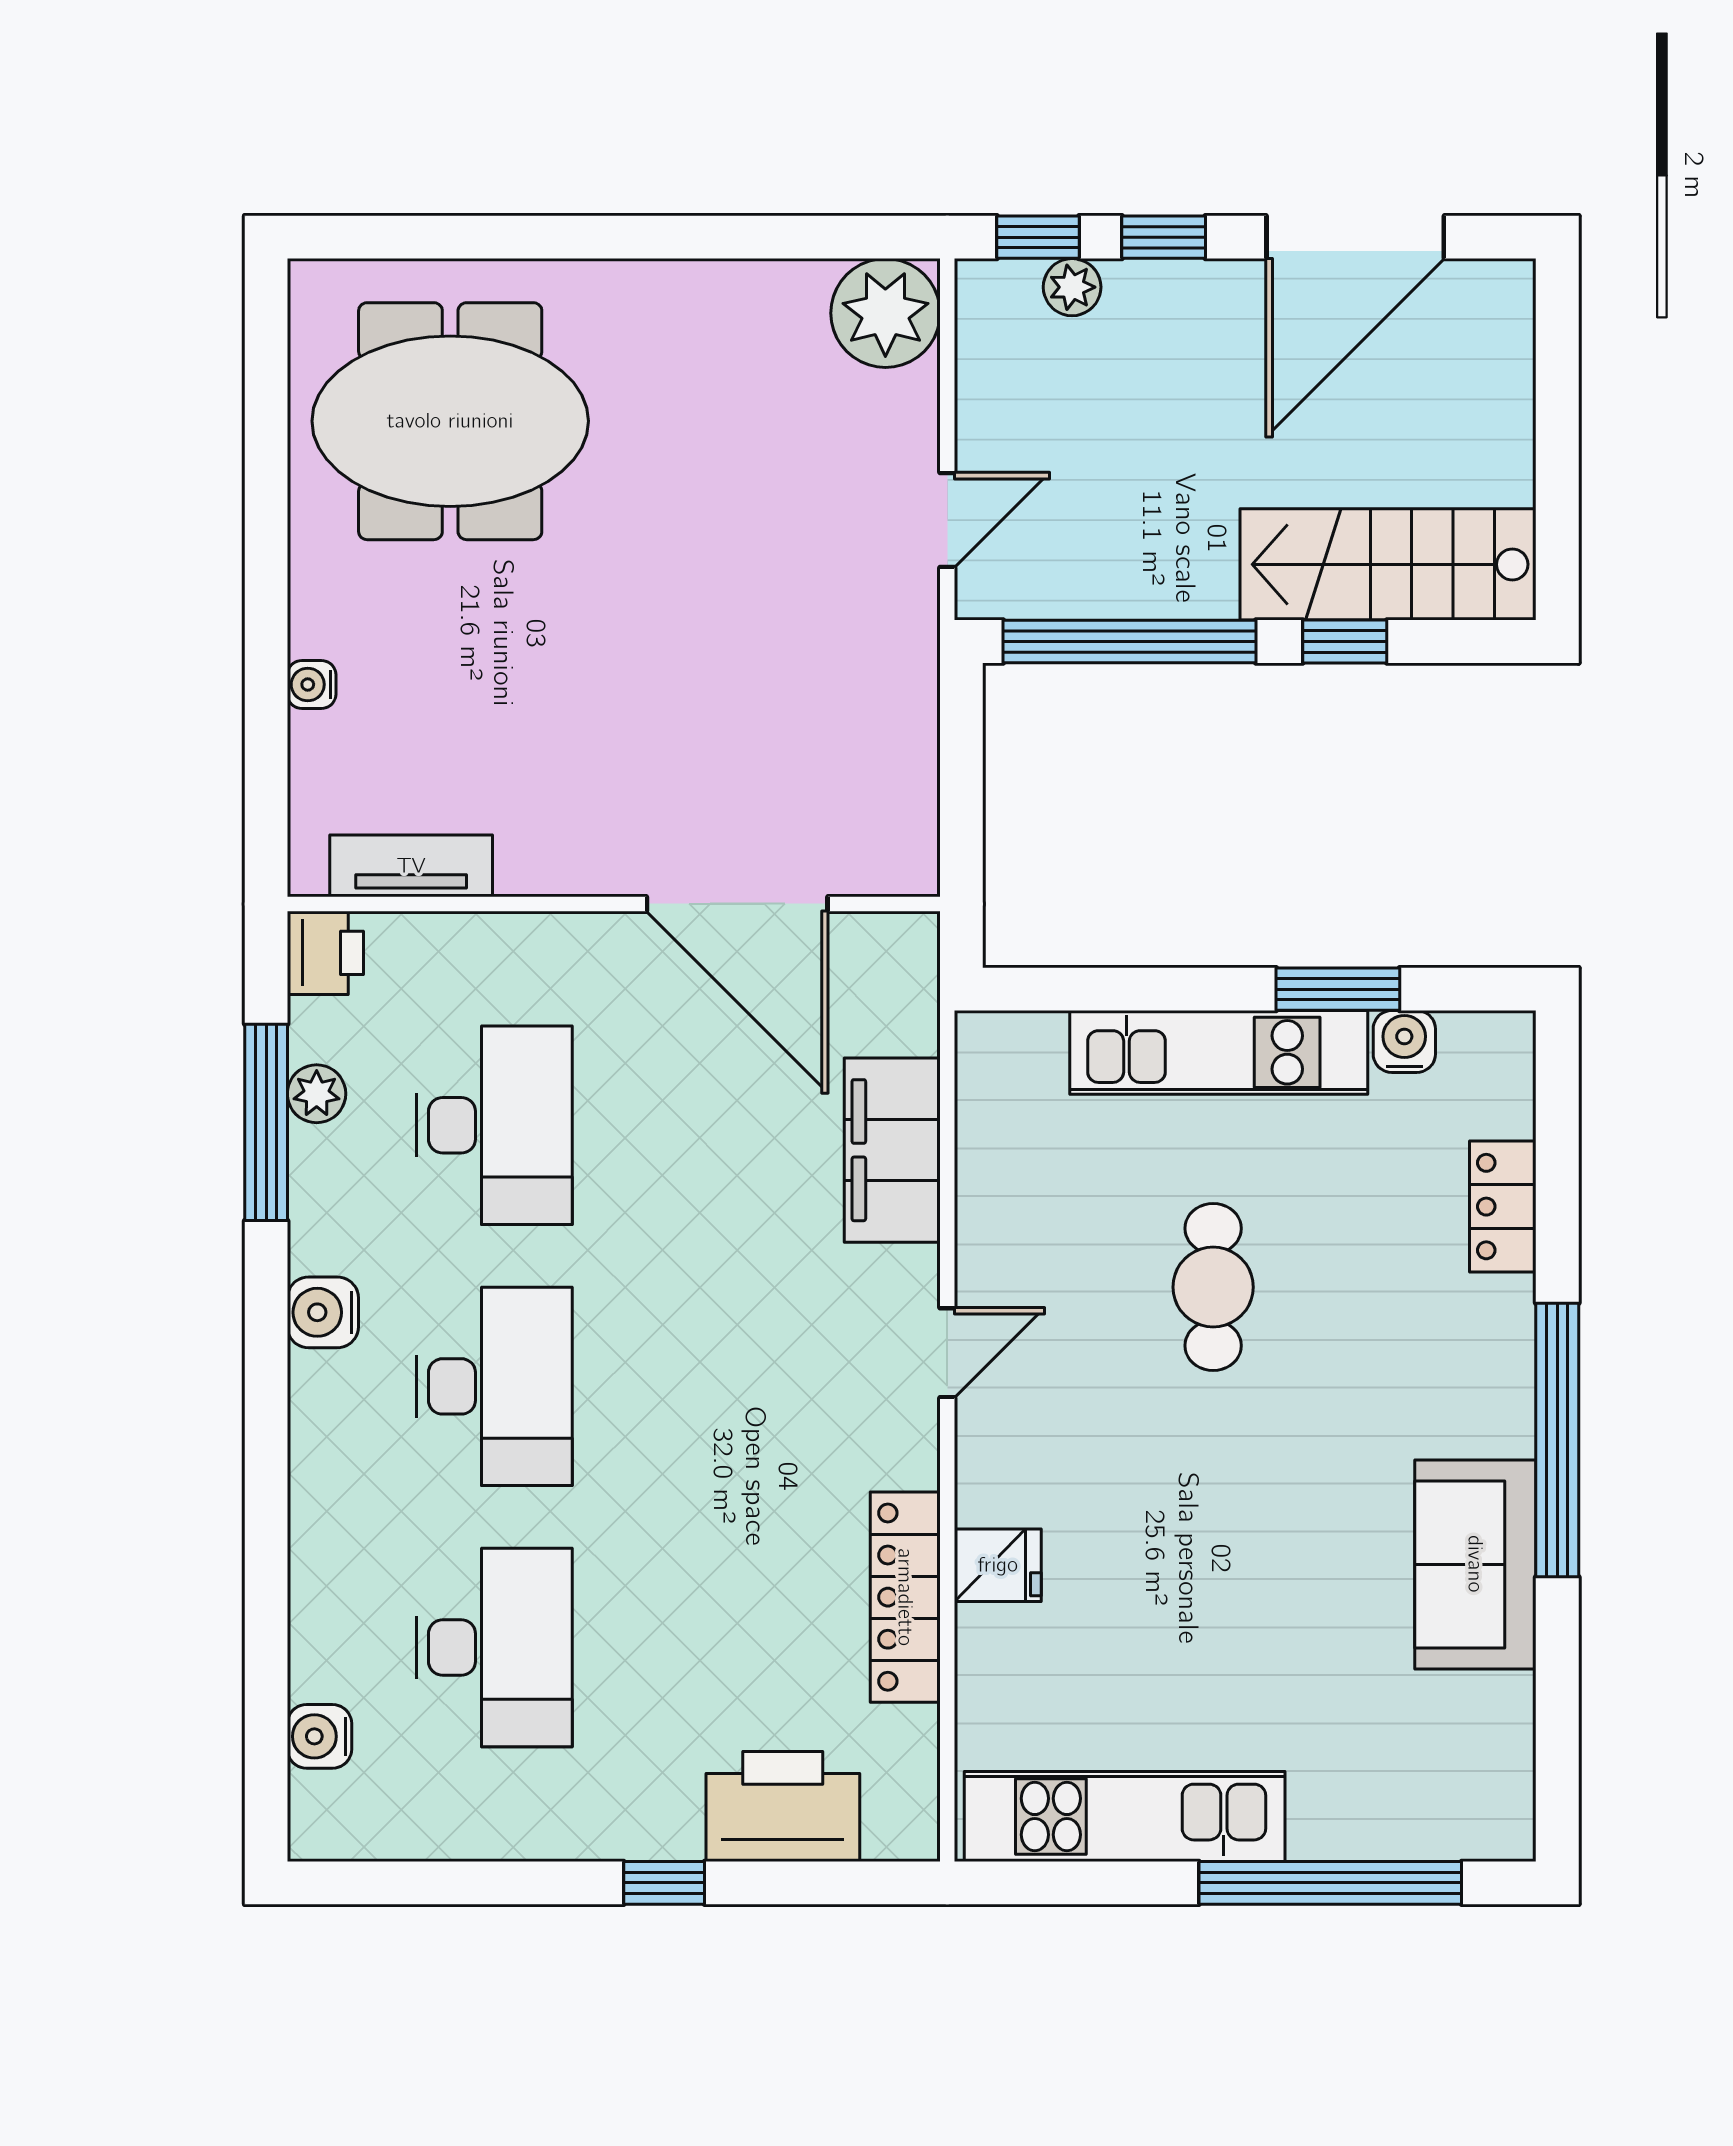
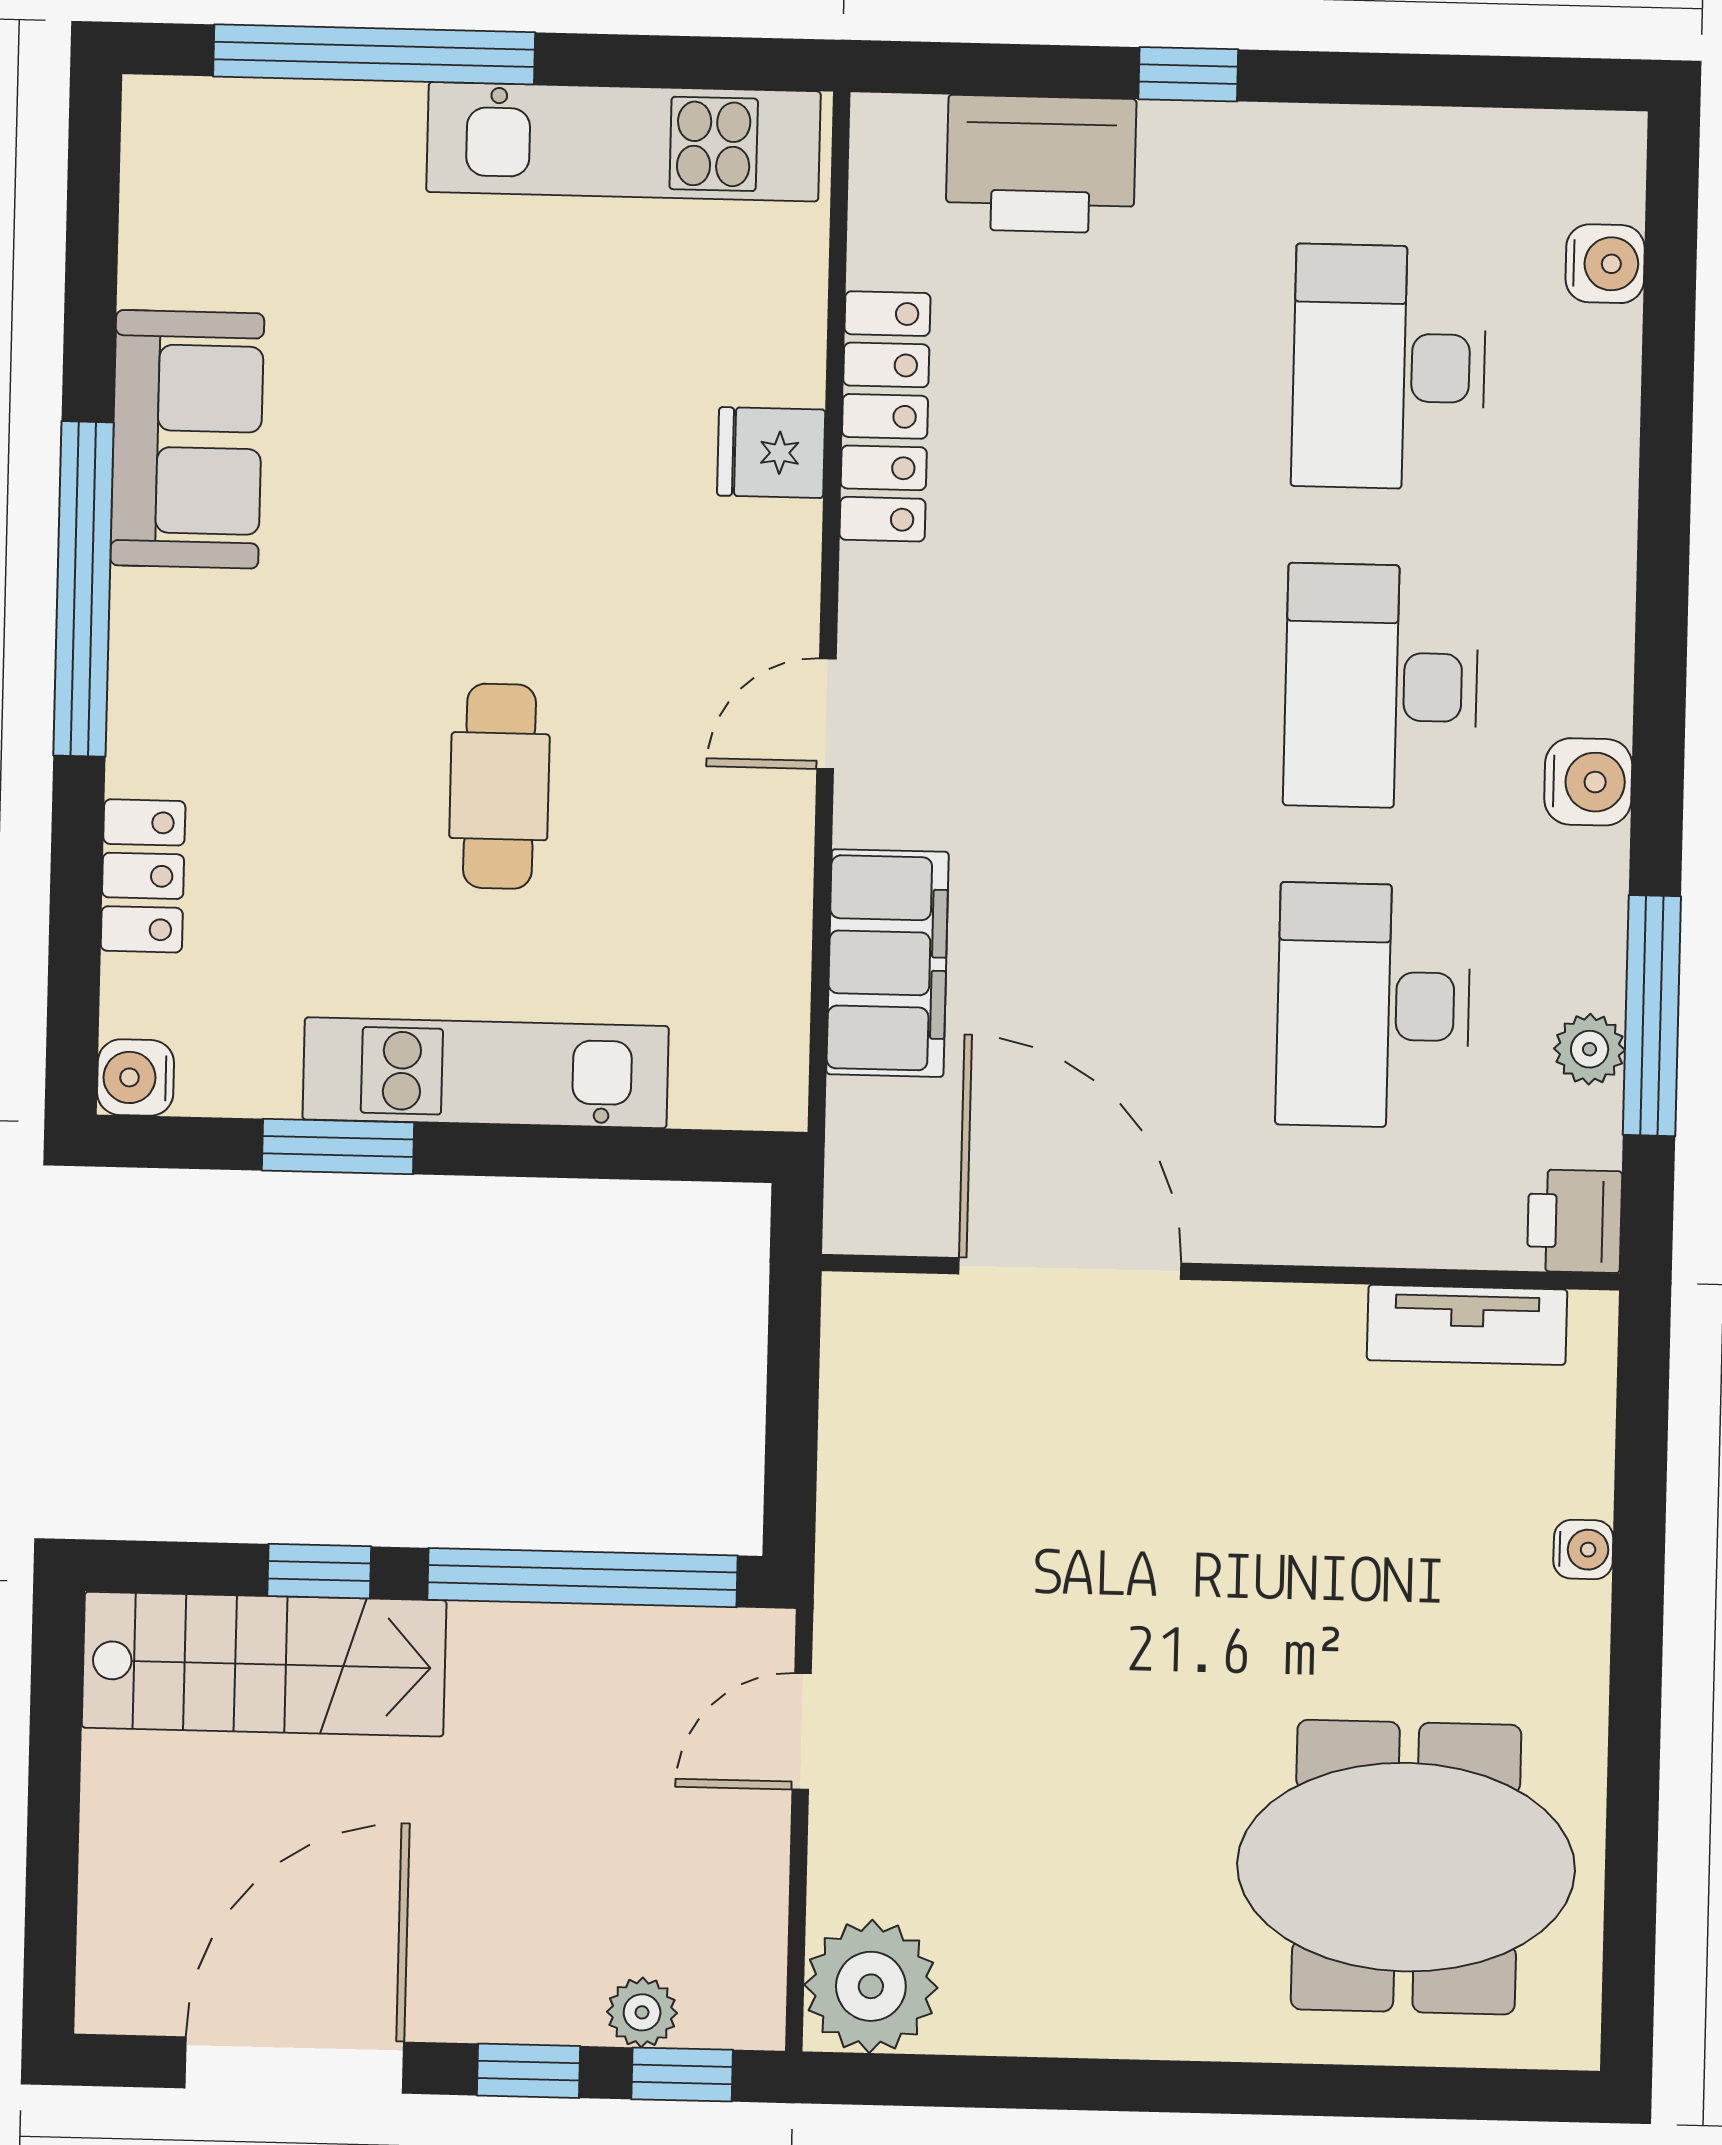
water cooler: (1404, 1041) -> (136, 1078), moved, turned 90

